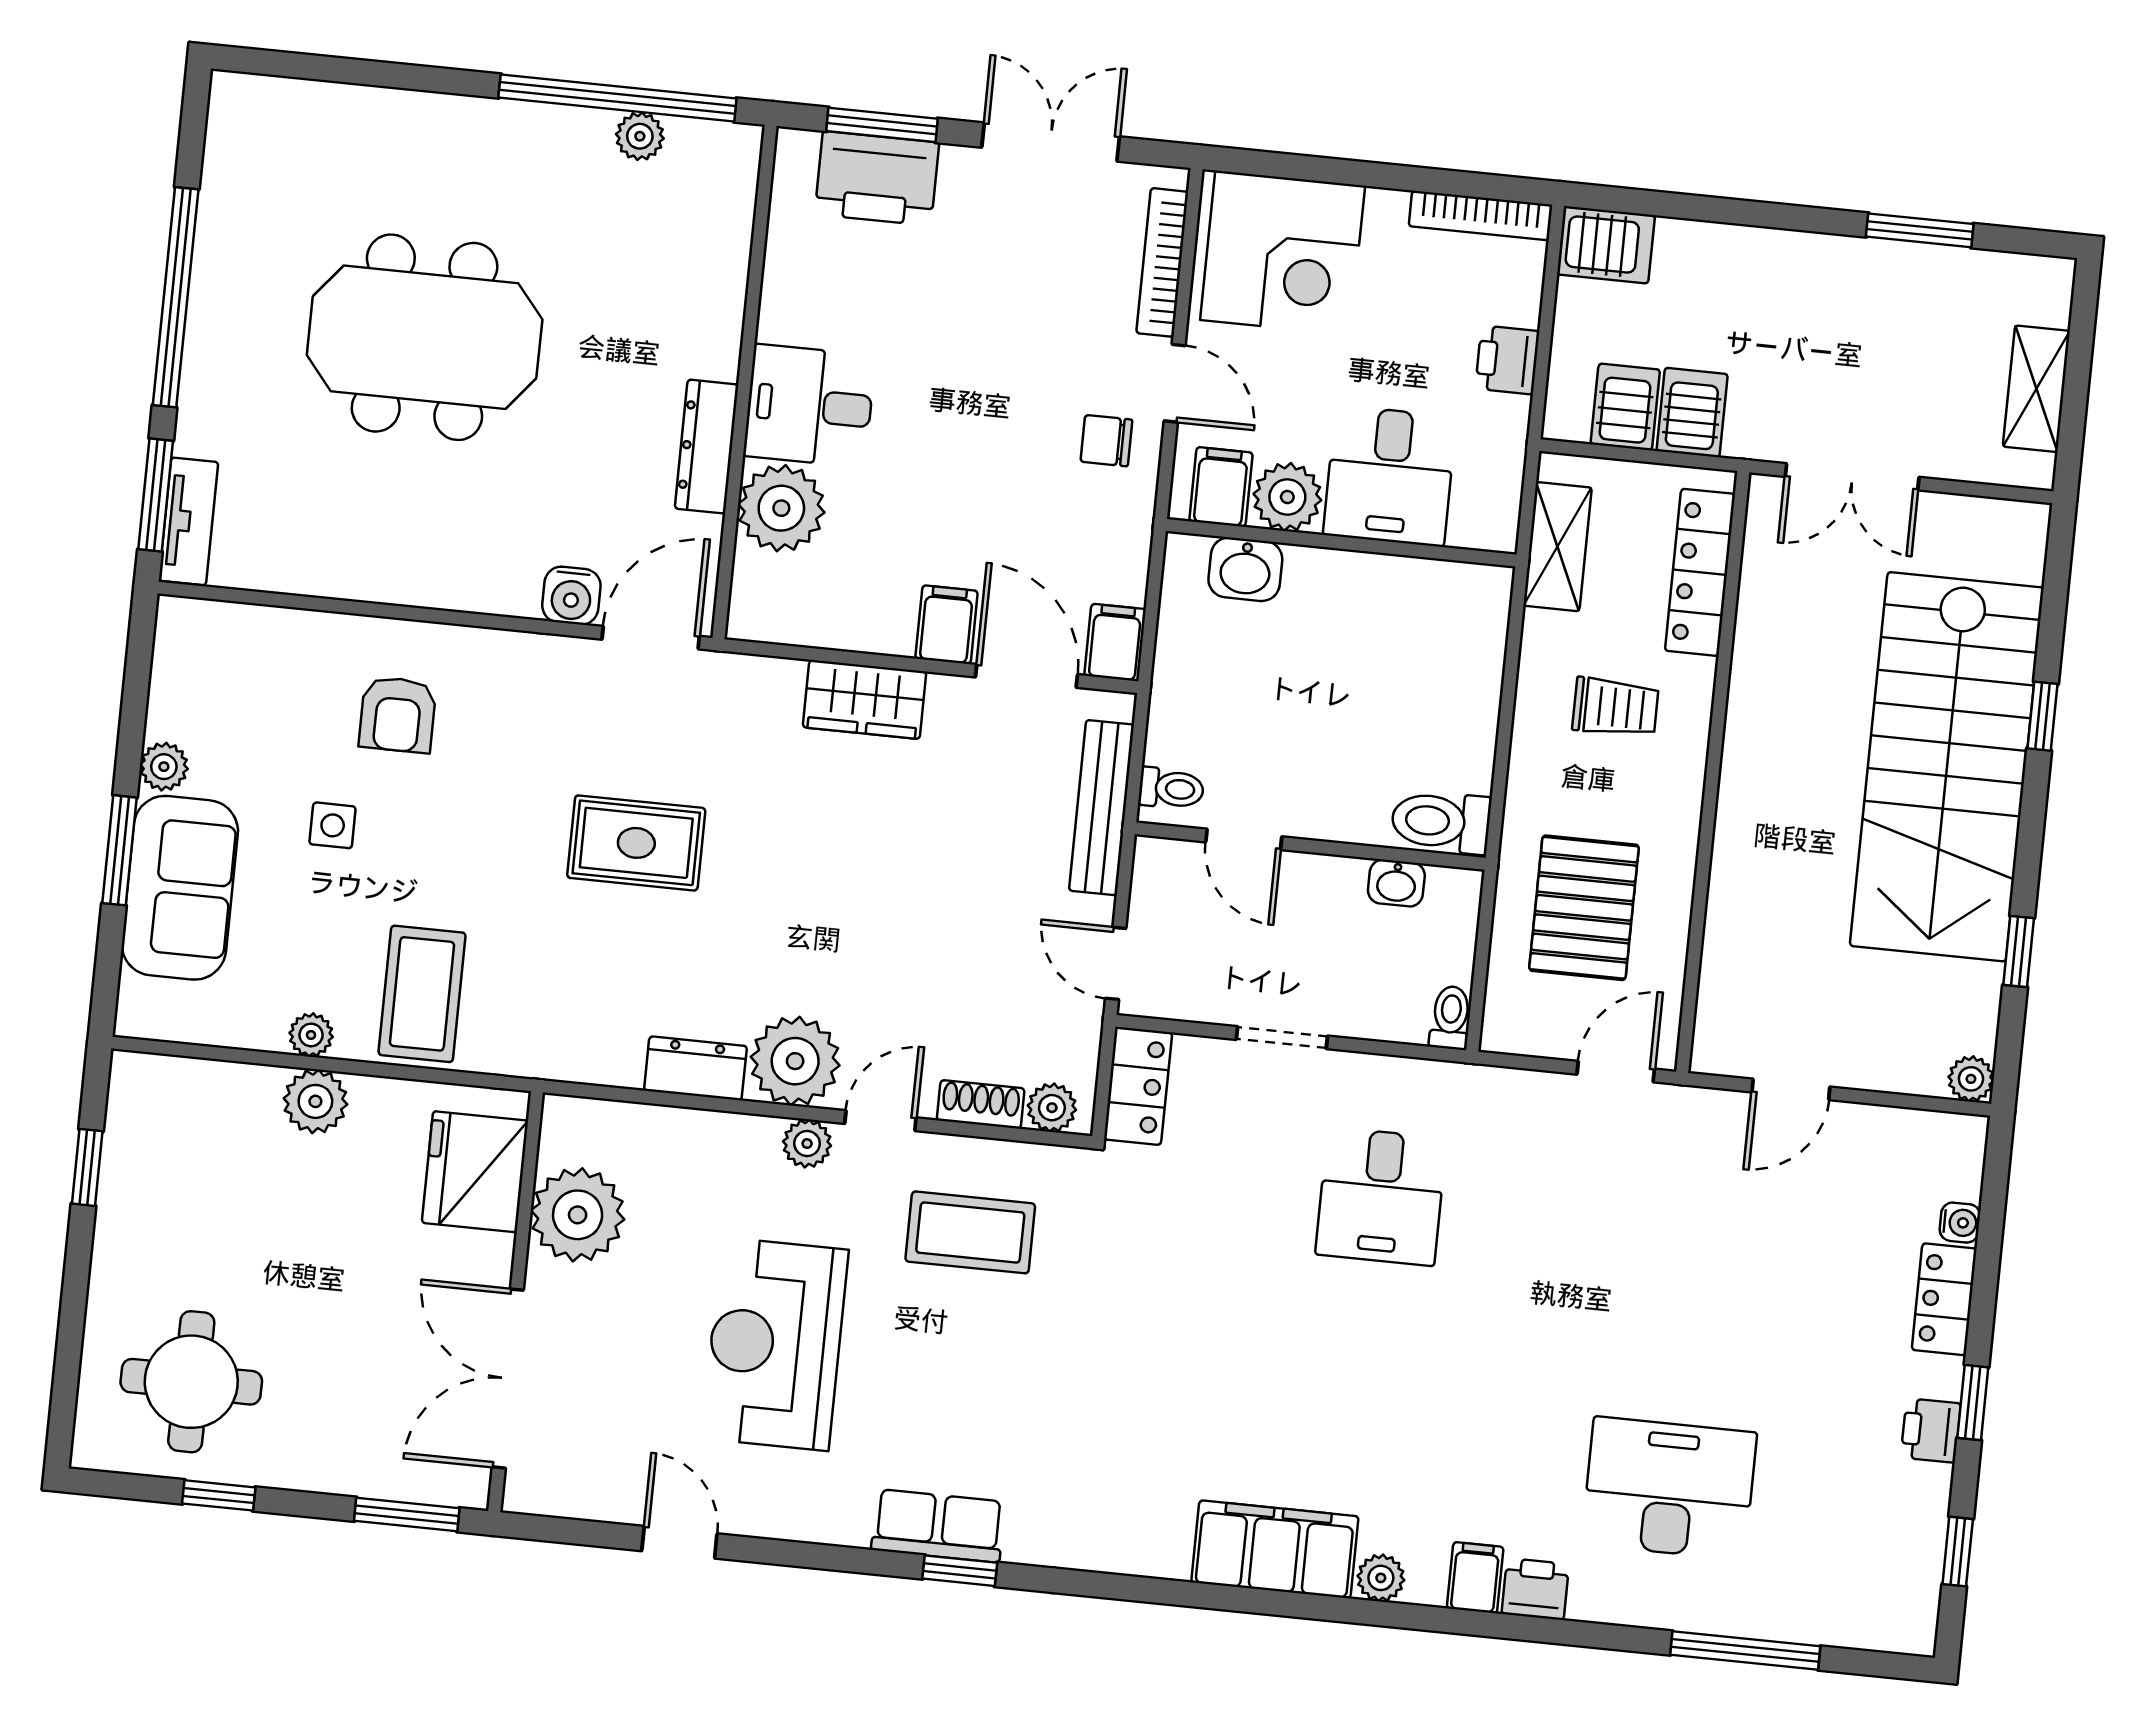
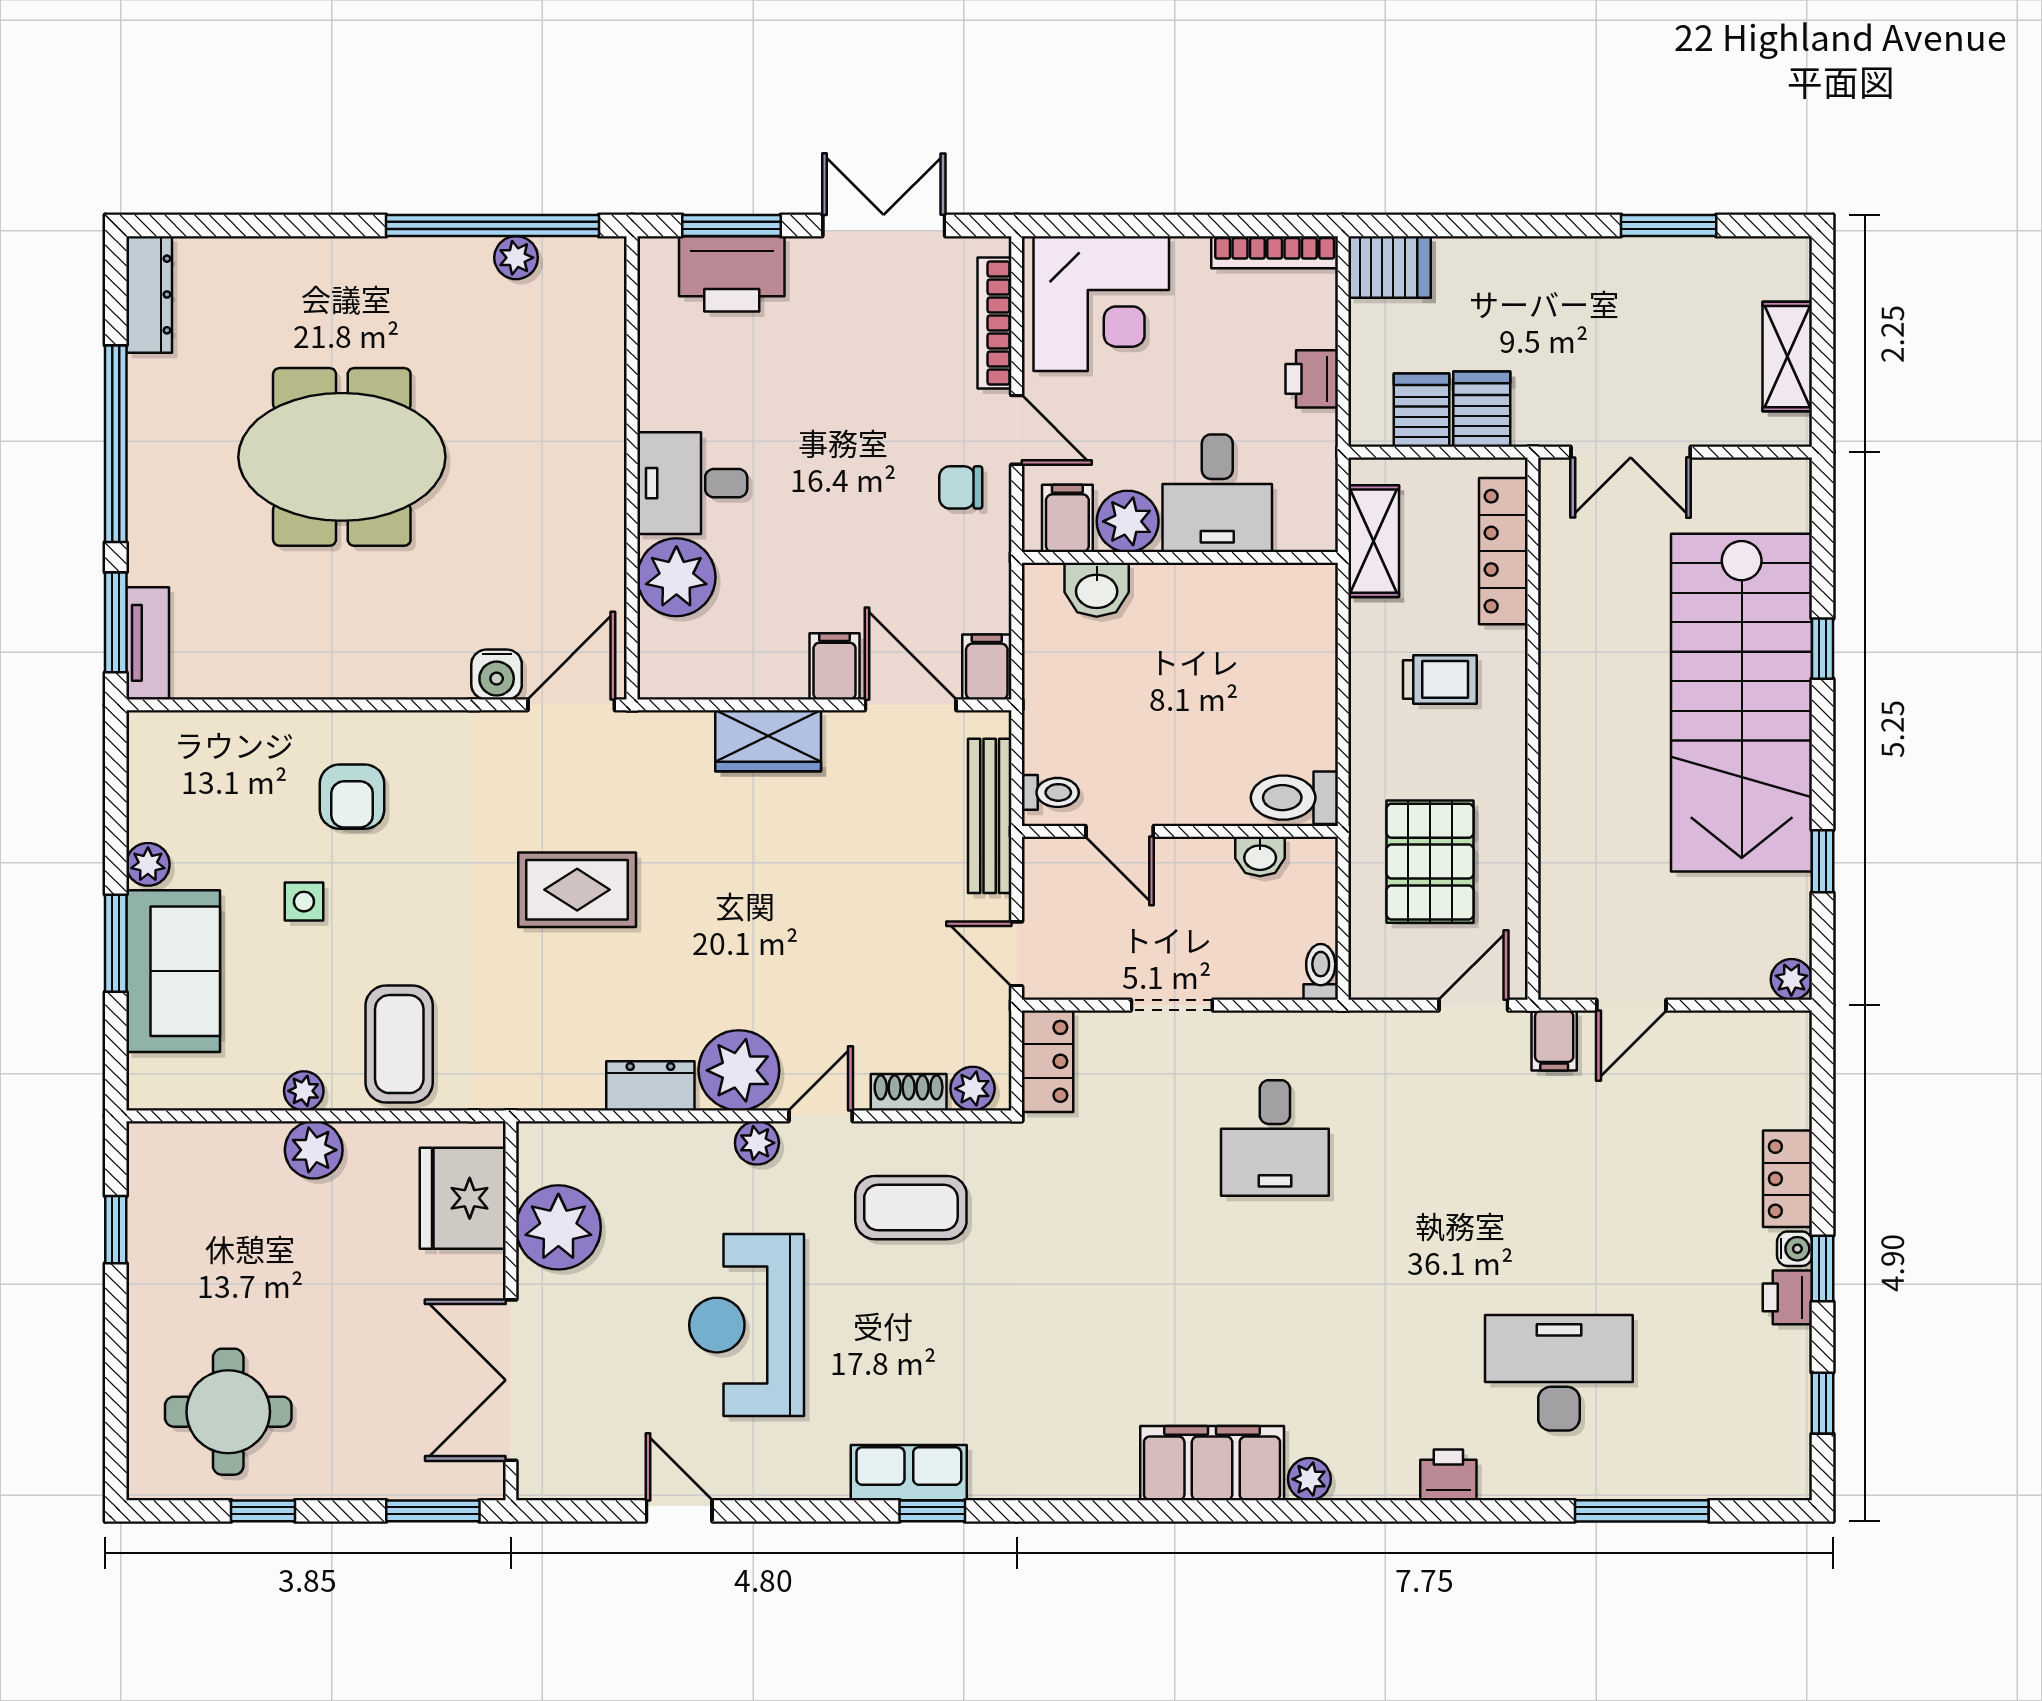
dresser: (707, 447) -> (149, 294), moved, turned 180
water cooler: (1960, 1223) -> (1795, 1249), moved
filing cabinet: (1475, 1578) -> (1554, 1041), moved, turned 180

